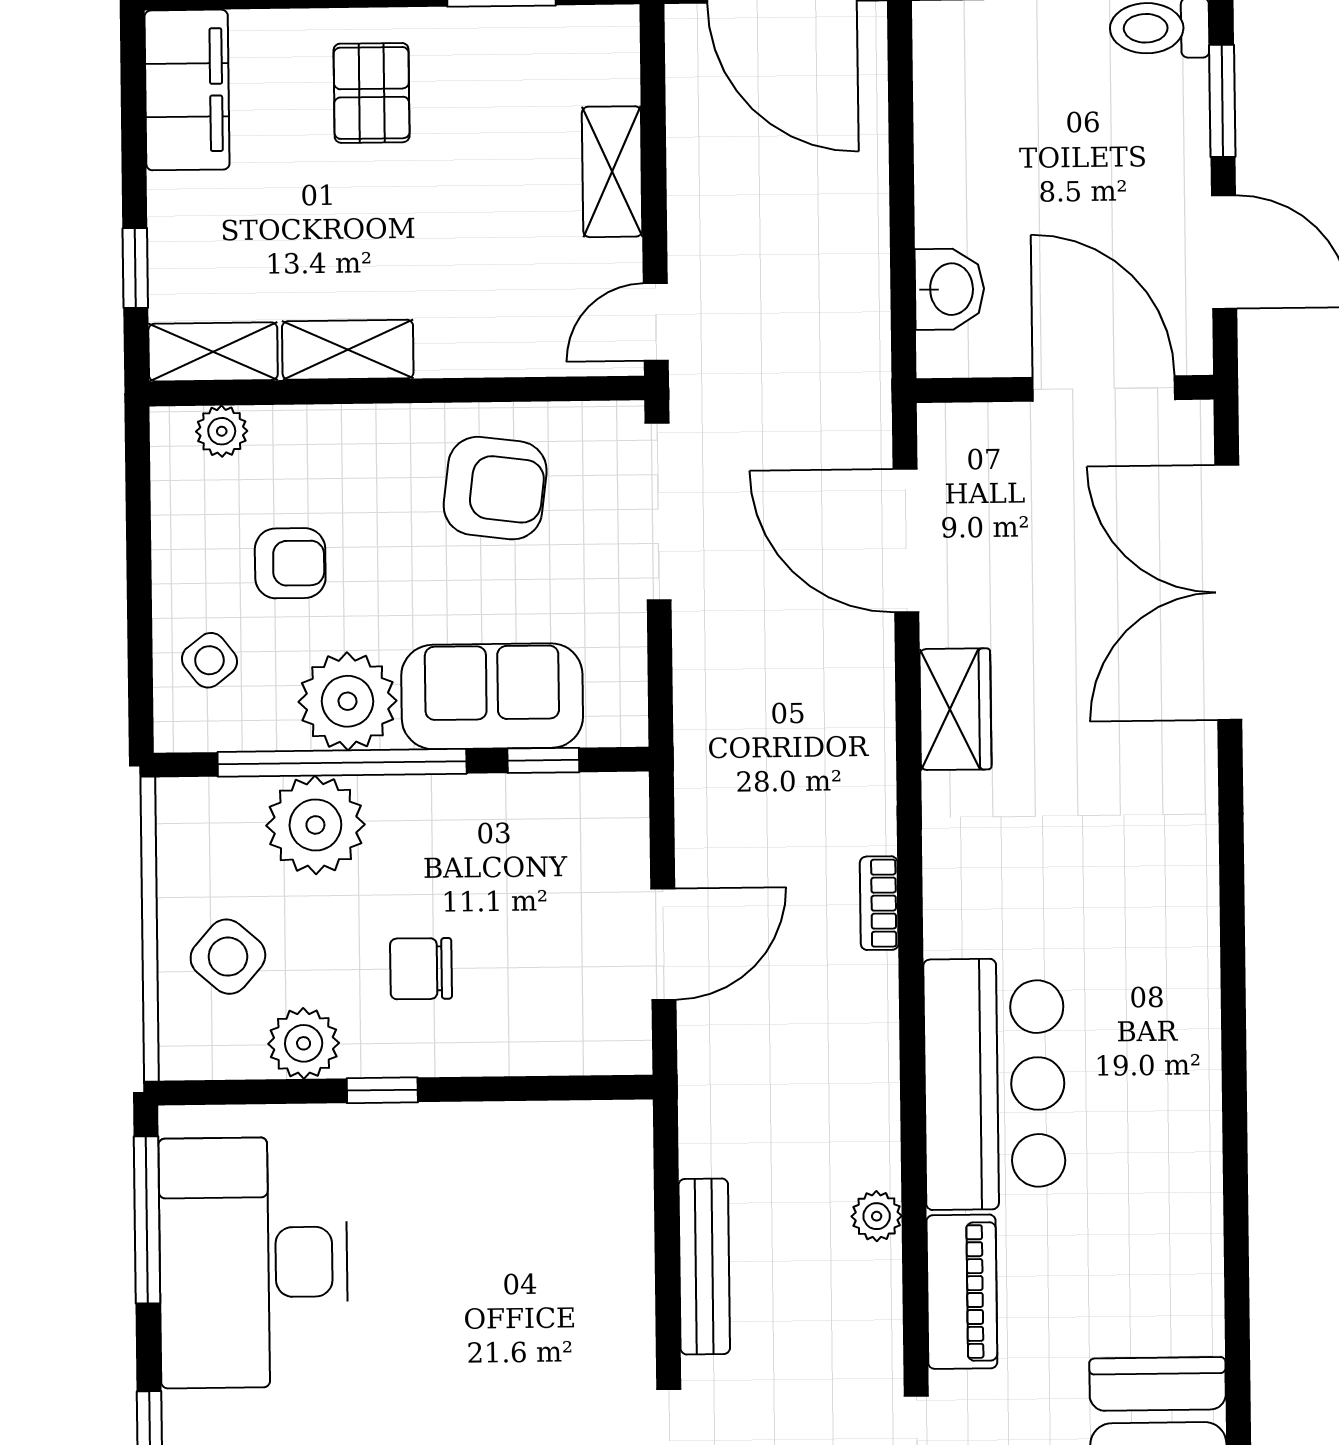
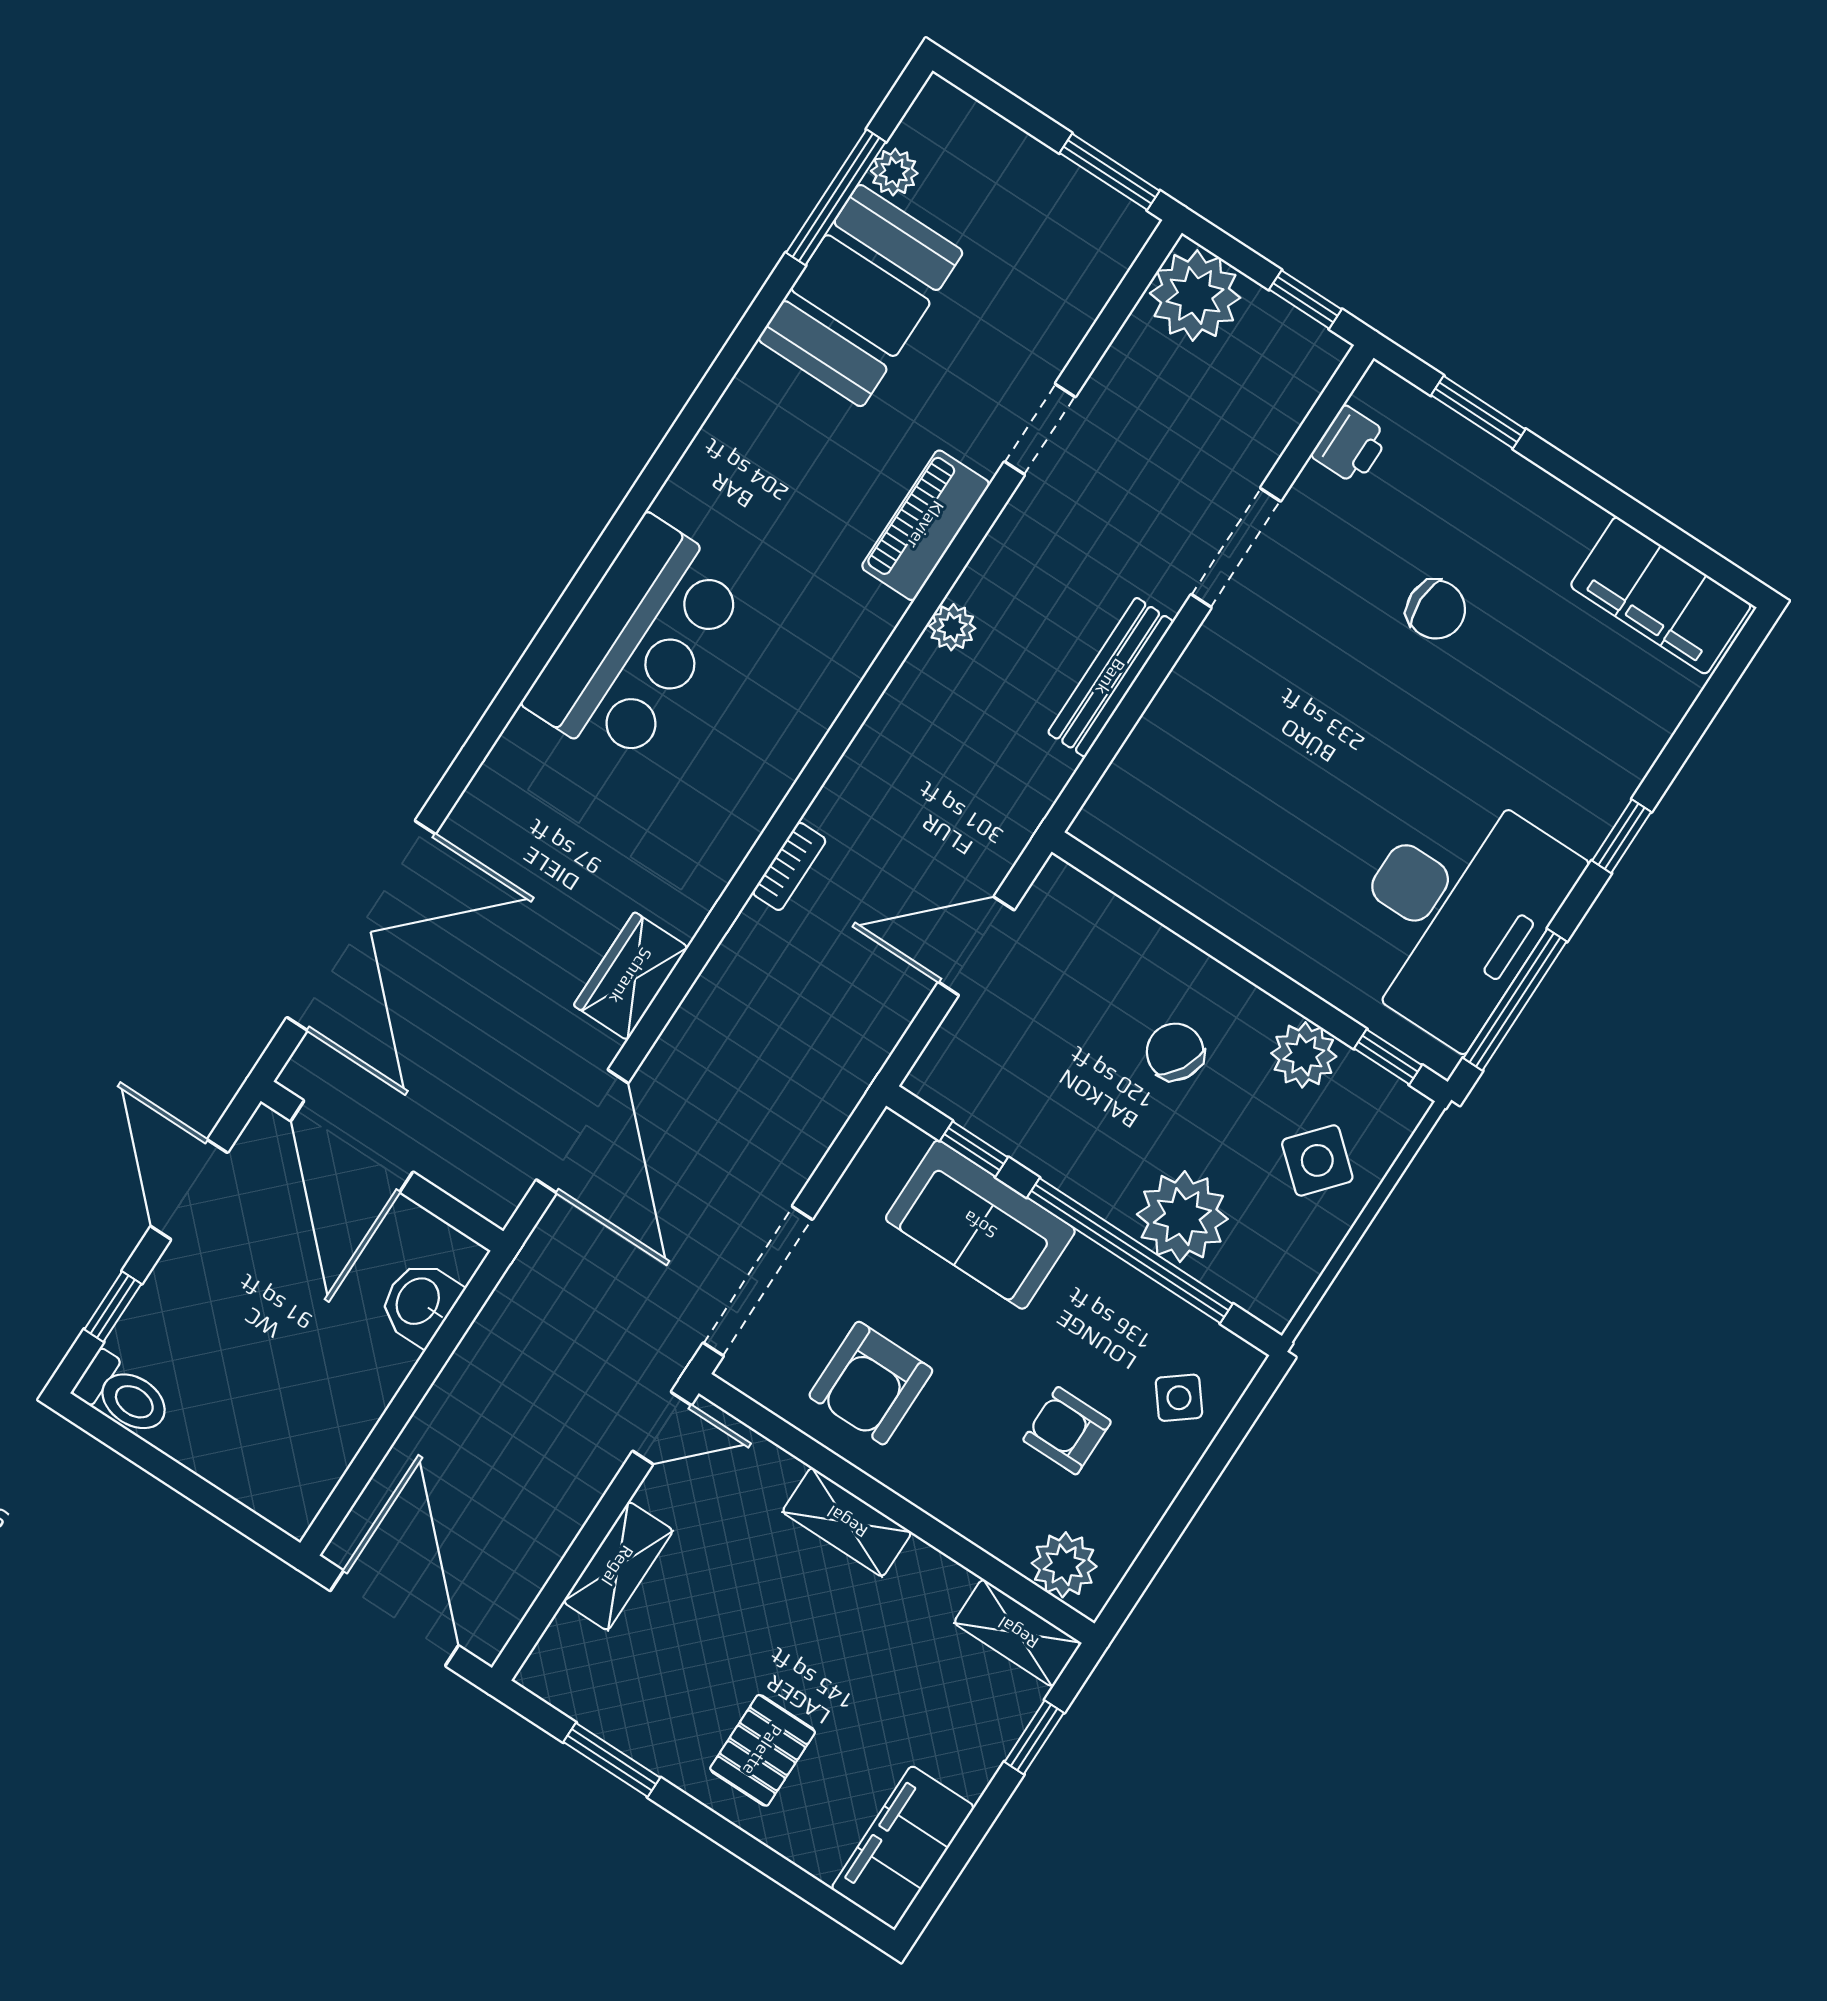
window: (1222, 101) -> (113, 1307), width x0.67
shelving: (348, 350) -> (847, 1522), moved
plant: (222, 431) -> (1064, 1565), width x1.38, depth x1.38
armchair: (495, 488) -> (871, 1383), turned -97
plant: (348, 701) -> (1094, 1295), removed
chair: (421, 969) -> (1175, 1052), turned -151
bar counter: (995, 1084) -> (636, 642), moved, turned 180
window: (382, 1090) -> (1388, 1057), moved

